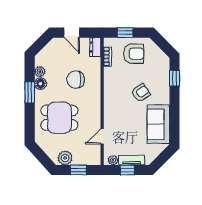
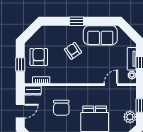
window: (174, 78) -> (77, 21), moved
door: (102, 136) -> (111, 85), swing flipped

